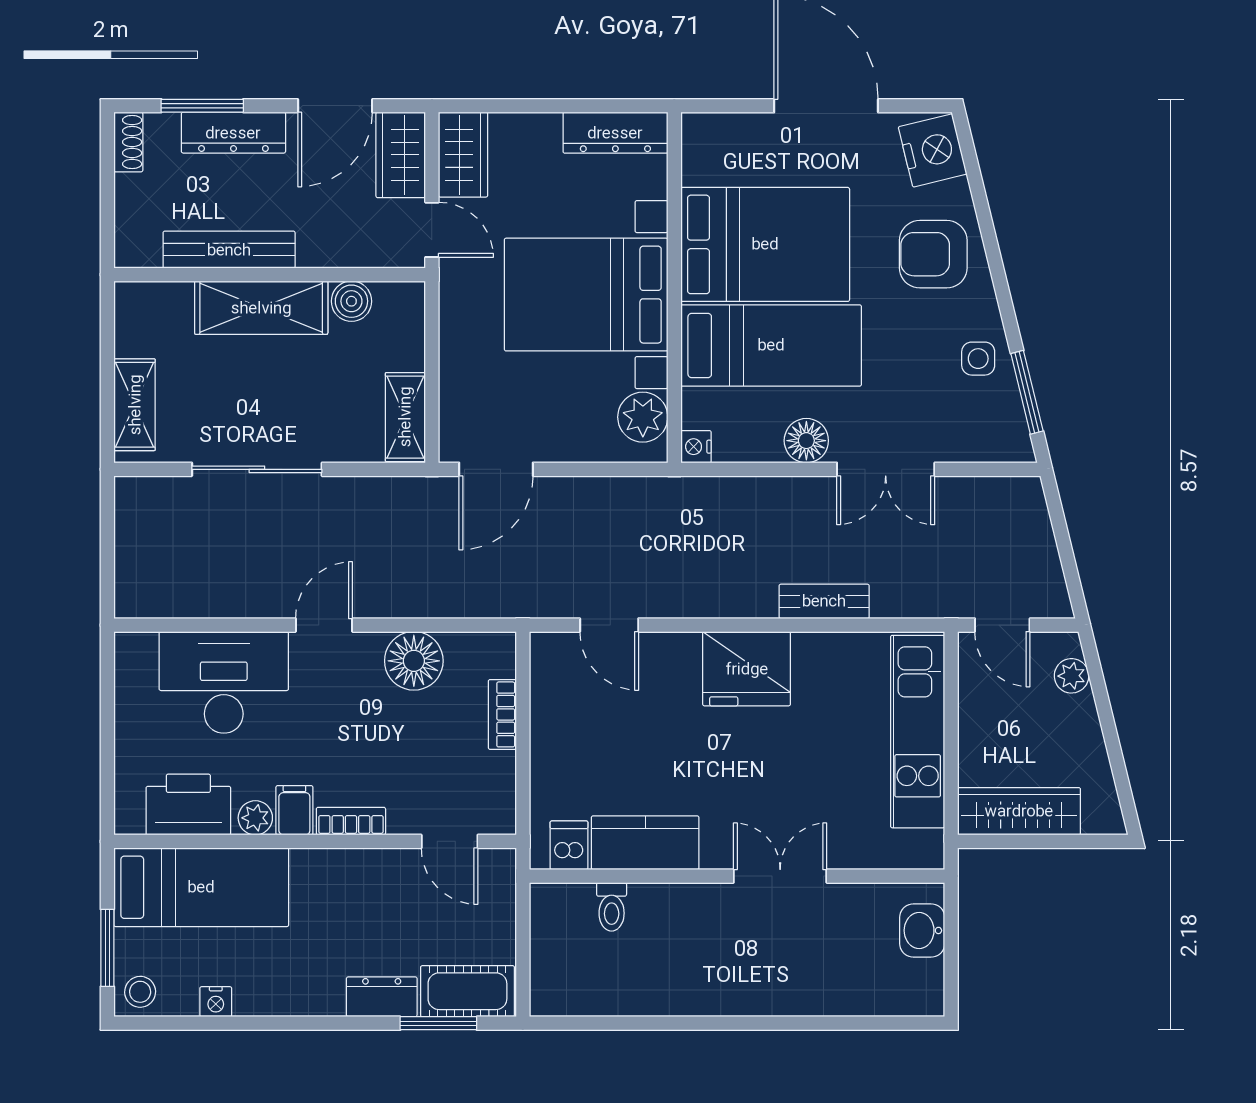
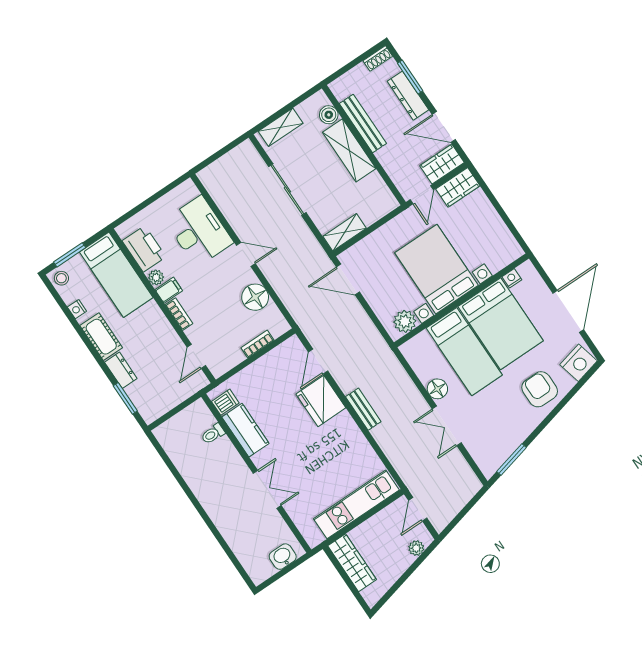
dresser: (615, 133) -> (505, 239), removed
boiler: (351, 301) -> (329, 115), moved
side table: (978, 359) -> (512, 433), removed
nightstand: (696, 447) -> (512, 278), moved
bench: (824, 601) -> (363, 409), moved
fridge: (747, 669) -> (321, 401), moved
cot: (467, 991) -> (101, 337), moved

